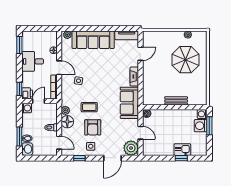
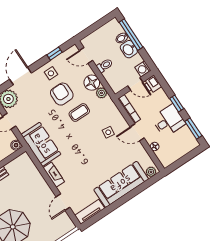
window: (19, 89) -> (177, 103), moved
door: (39, 101) -> (135, 84), hinge flipped
window: (19, 137) -> (131, 35), width x1.44
washbasin: (27, 149) -> (129, 49), moved

